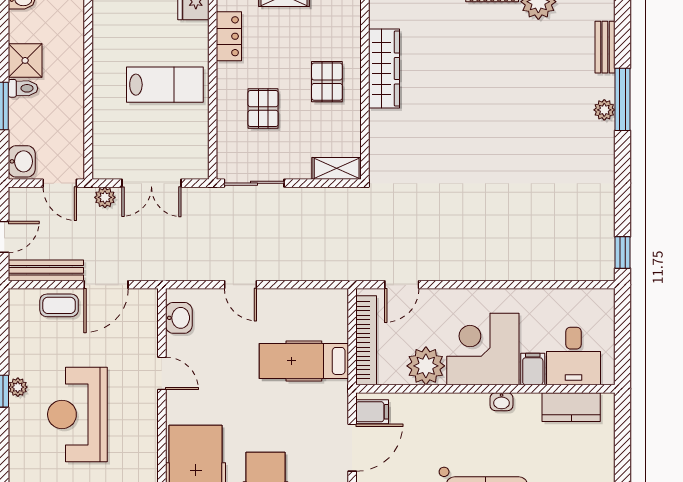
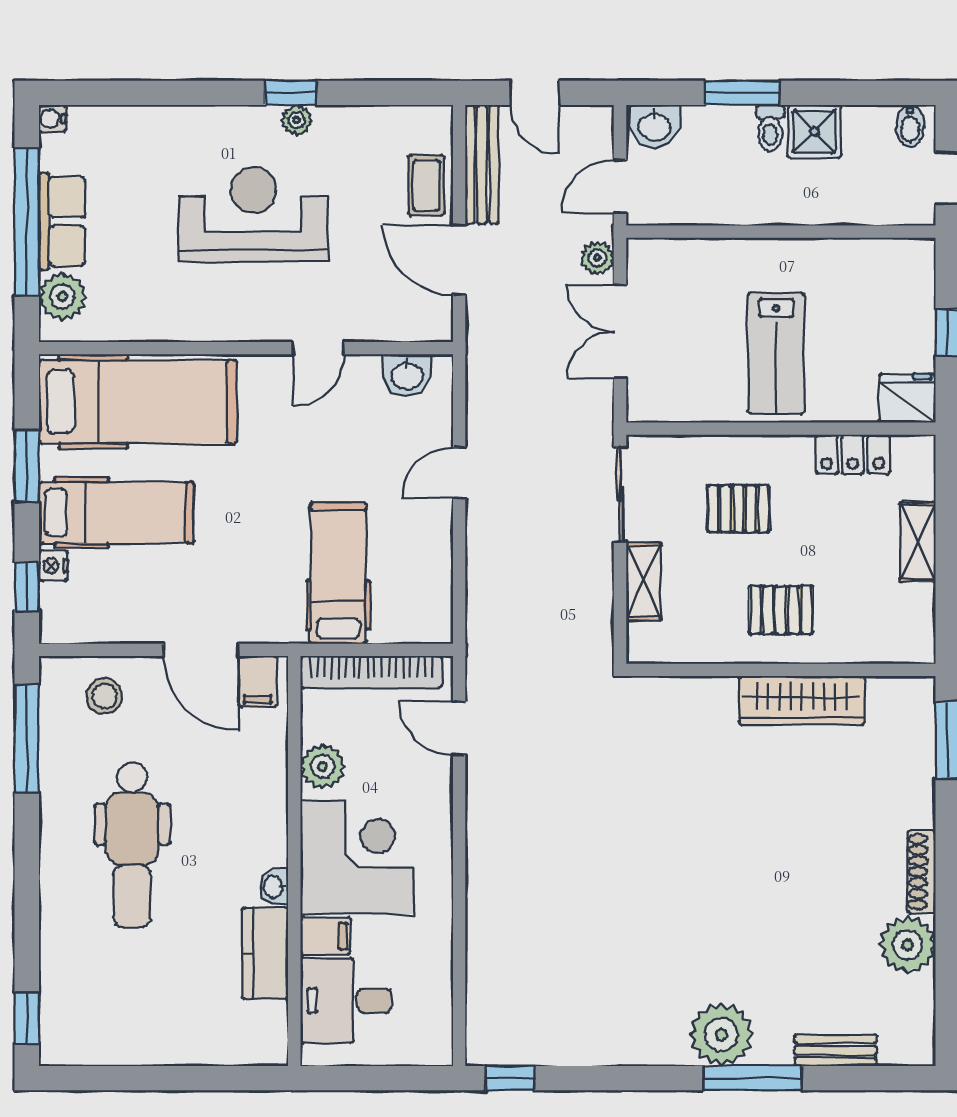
plant: (604, 110) -> (721, 1035), width x1.87, depth x1.87
shelving: (337, 168) -> (643, 581), moved
plant: (426, 366) -> (322, 766), width x0.73, depth x0.73
kitchen counter: (571, 407) -> (265, 954), moved

